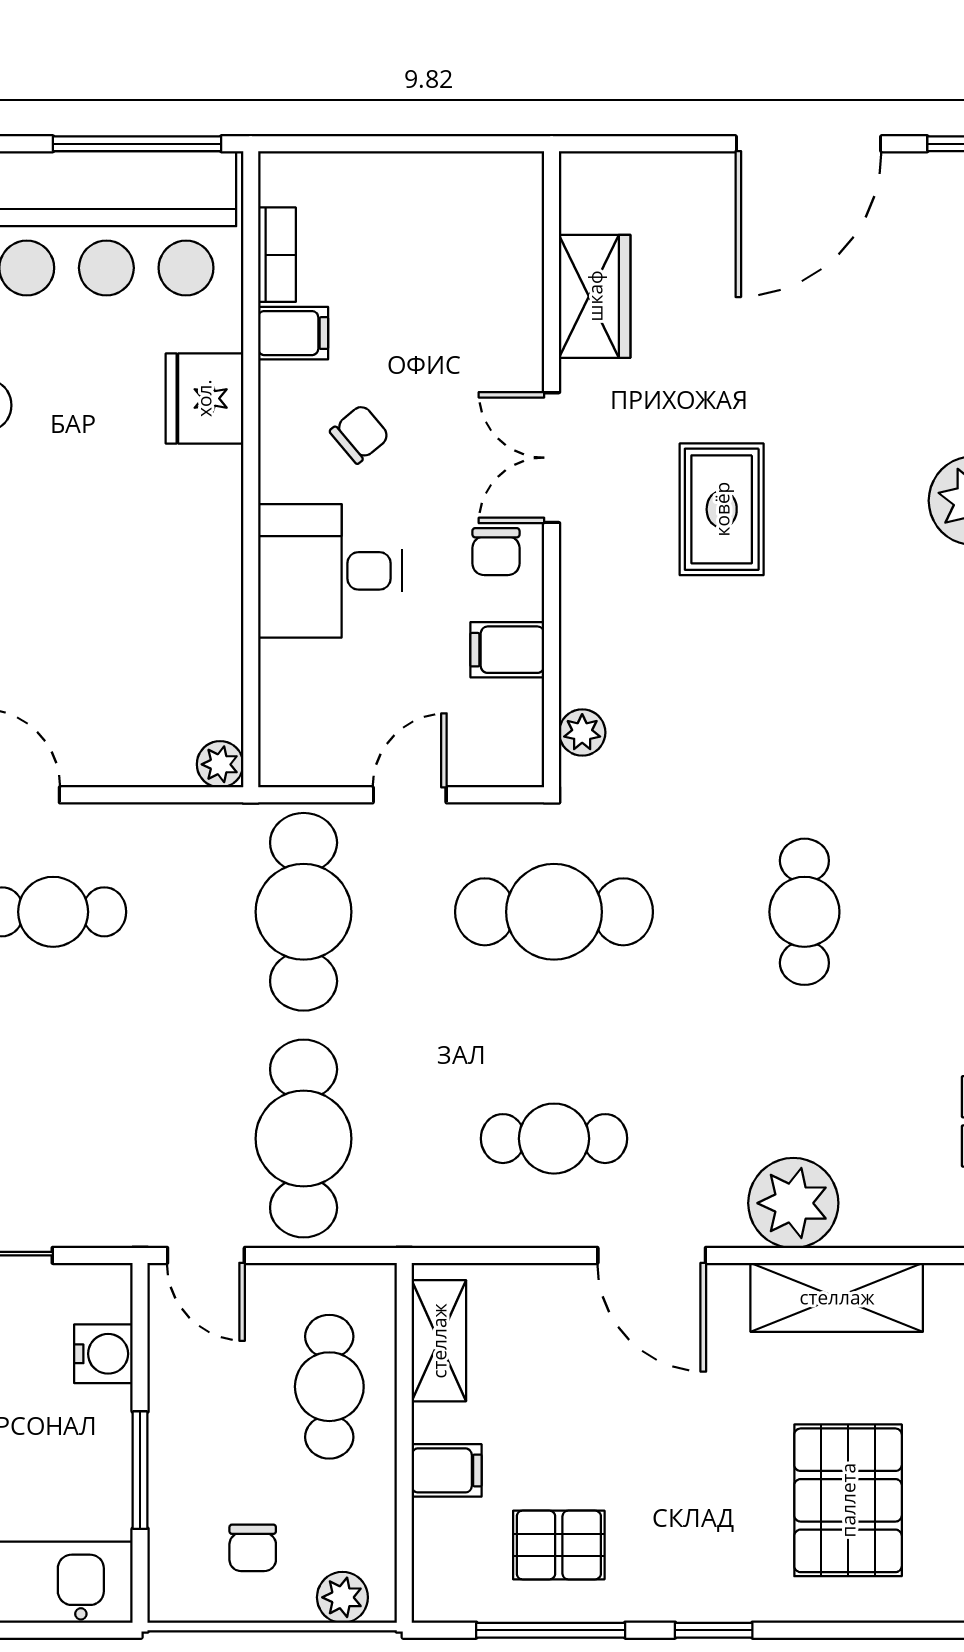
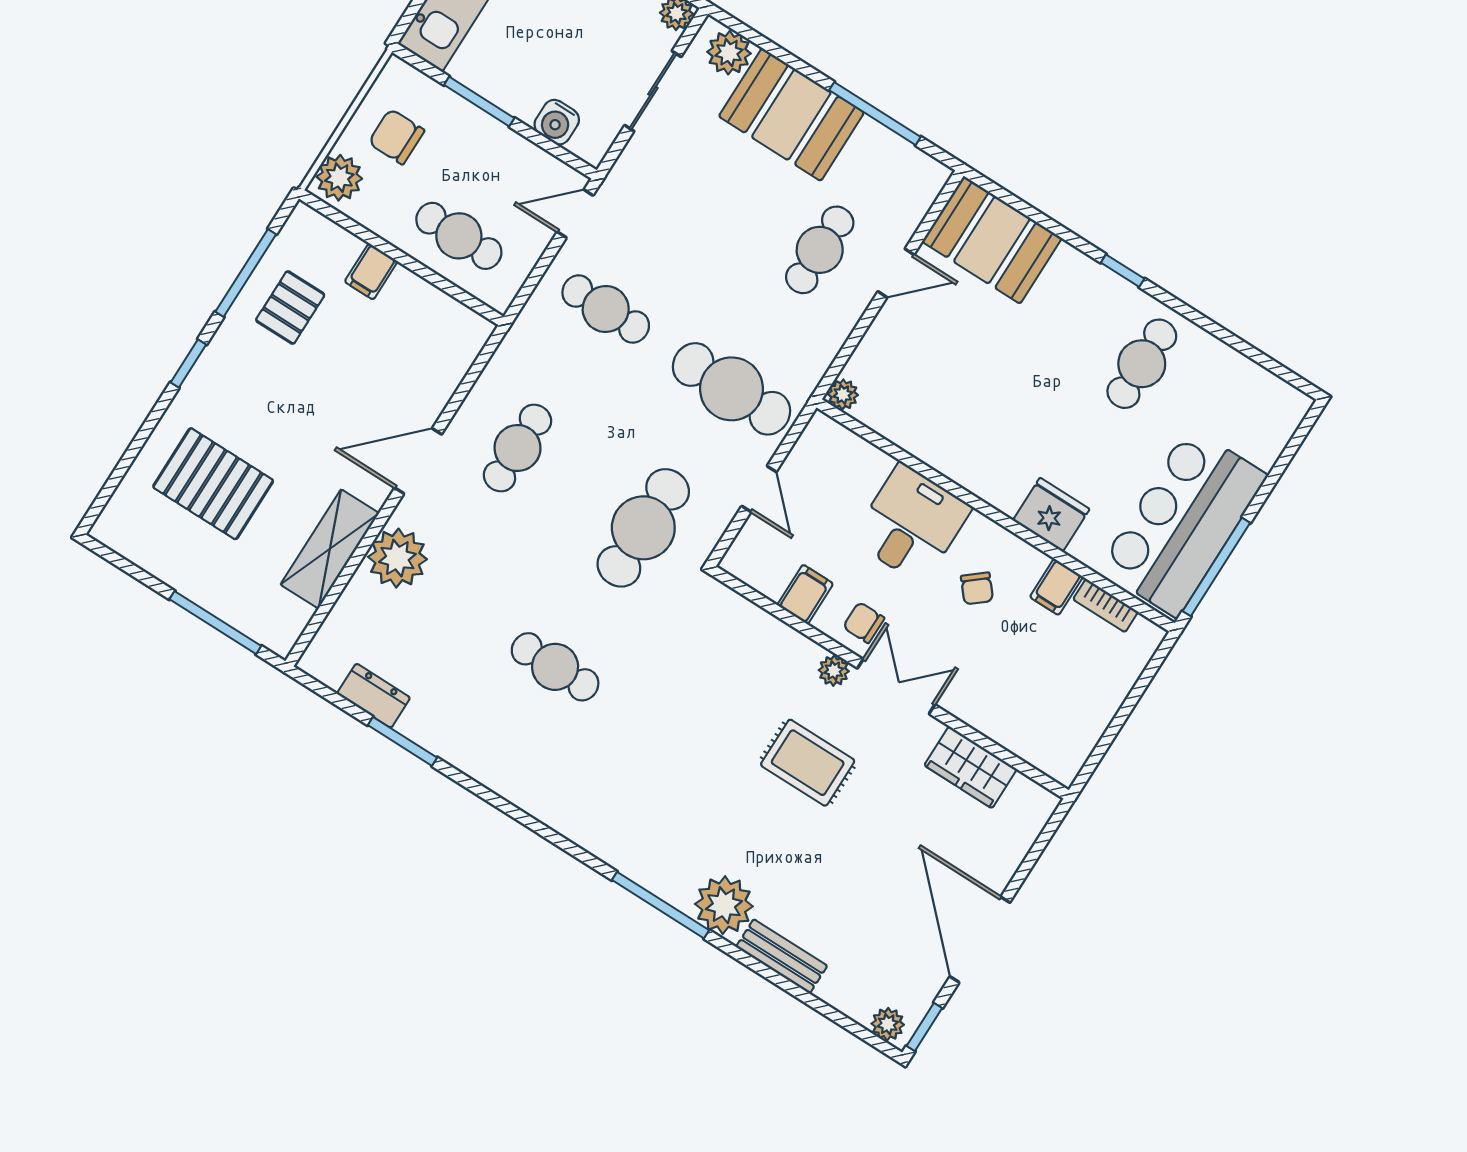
plant: (582, 732) -> (834, 671), moved
cafe table: (304, 1139) -> (606, 309), width x0.73, depth x0.74
shelving: (439, 1341) -> (446, 313), removed
chair: (253, 1548) -> (396, 137), width x1.37, depth x1.37
plant: (342, 1597) -> (339, 178), width x1.38, depth x1.38

